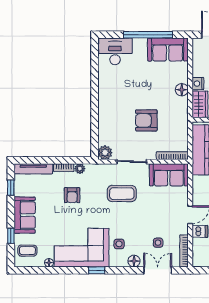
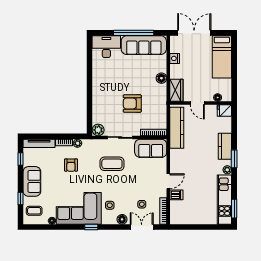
sofa: (168, 50) -> (144, 45), width x1.36
nightstand: (198, 84) -> (175, 58), moved

